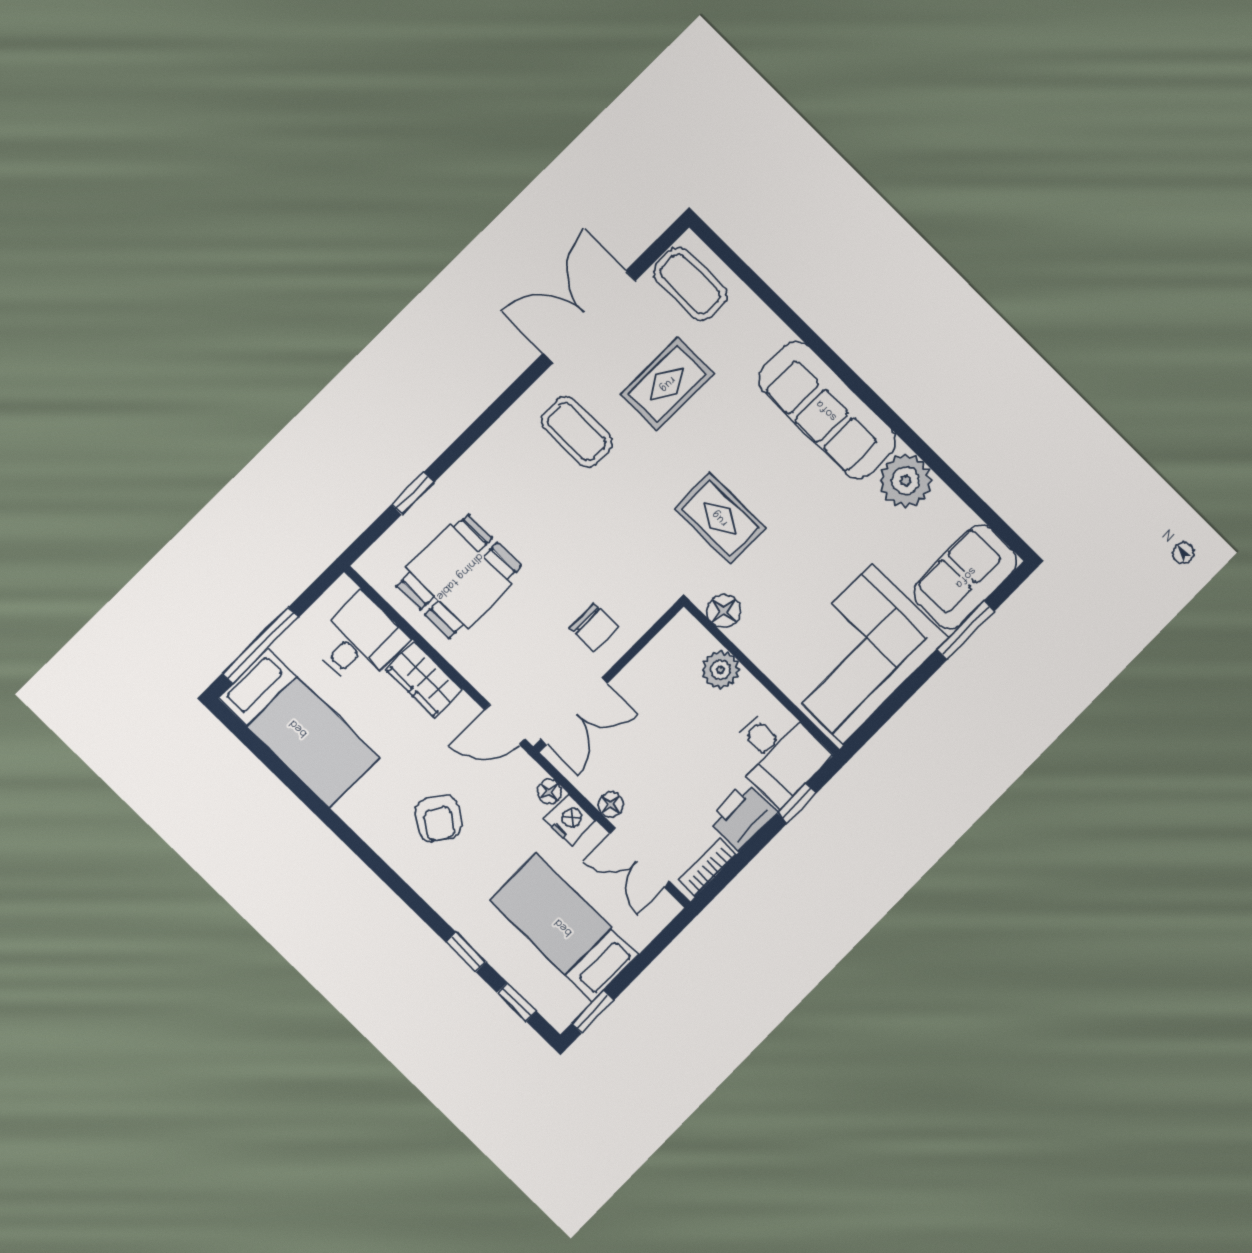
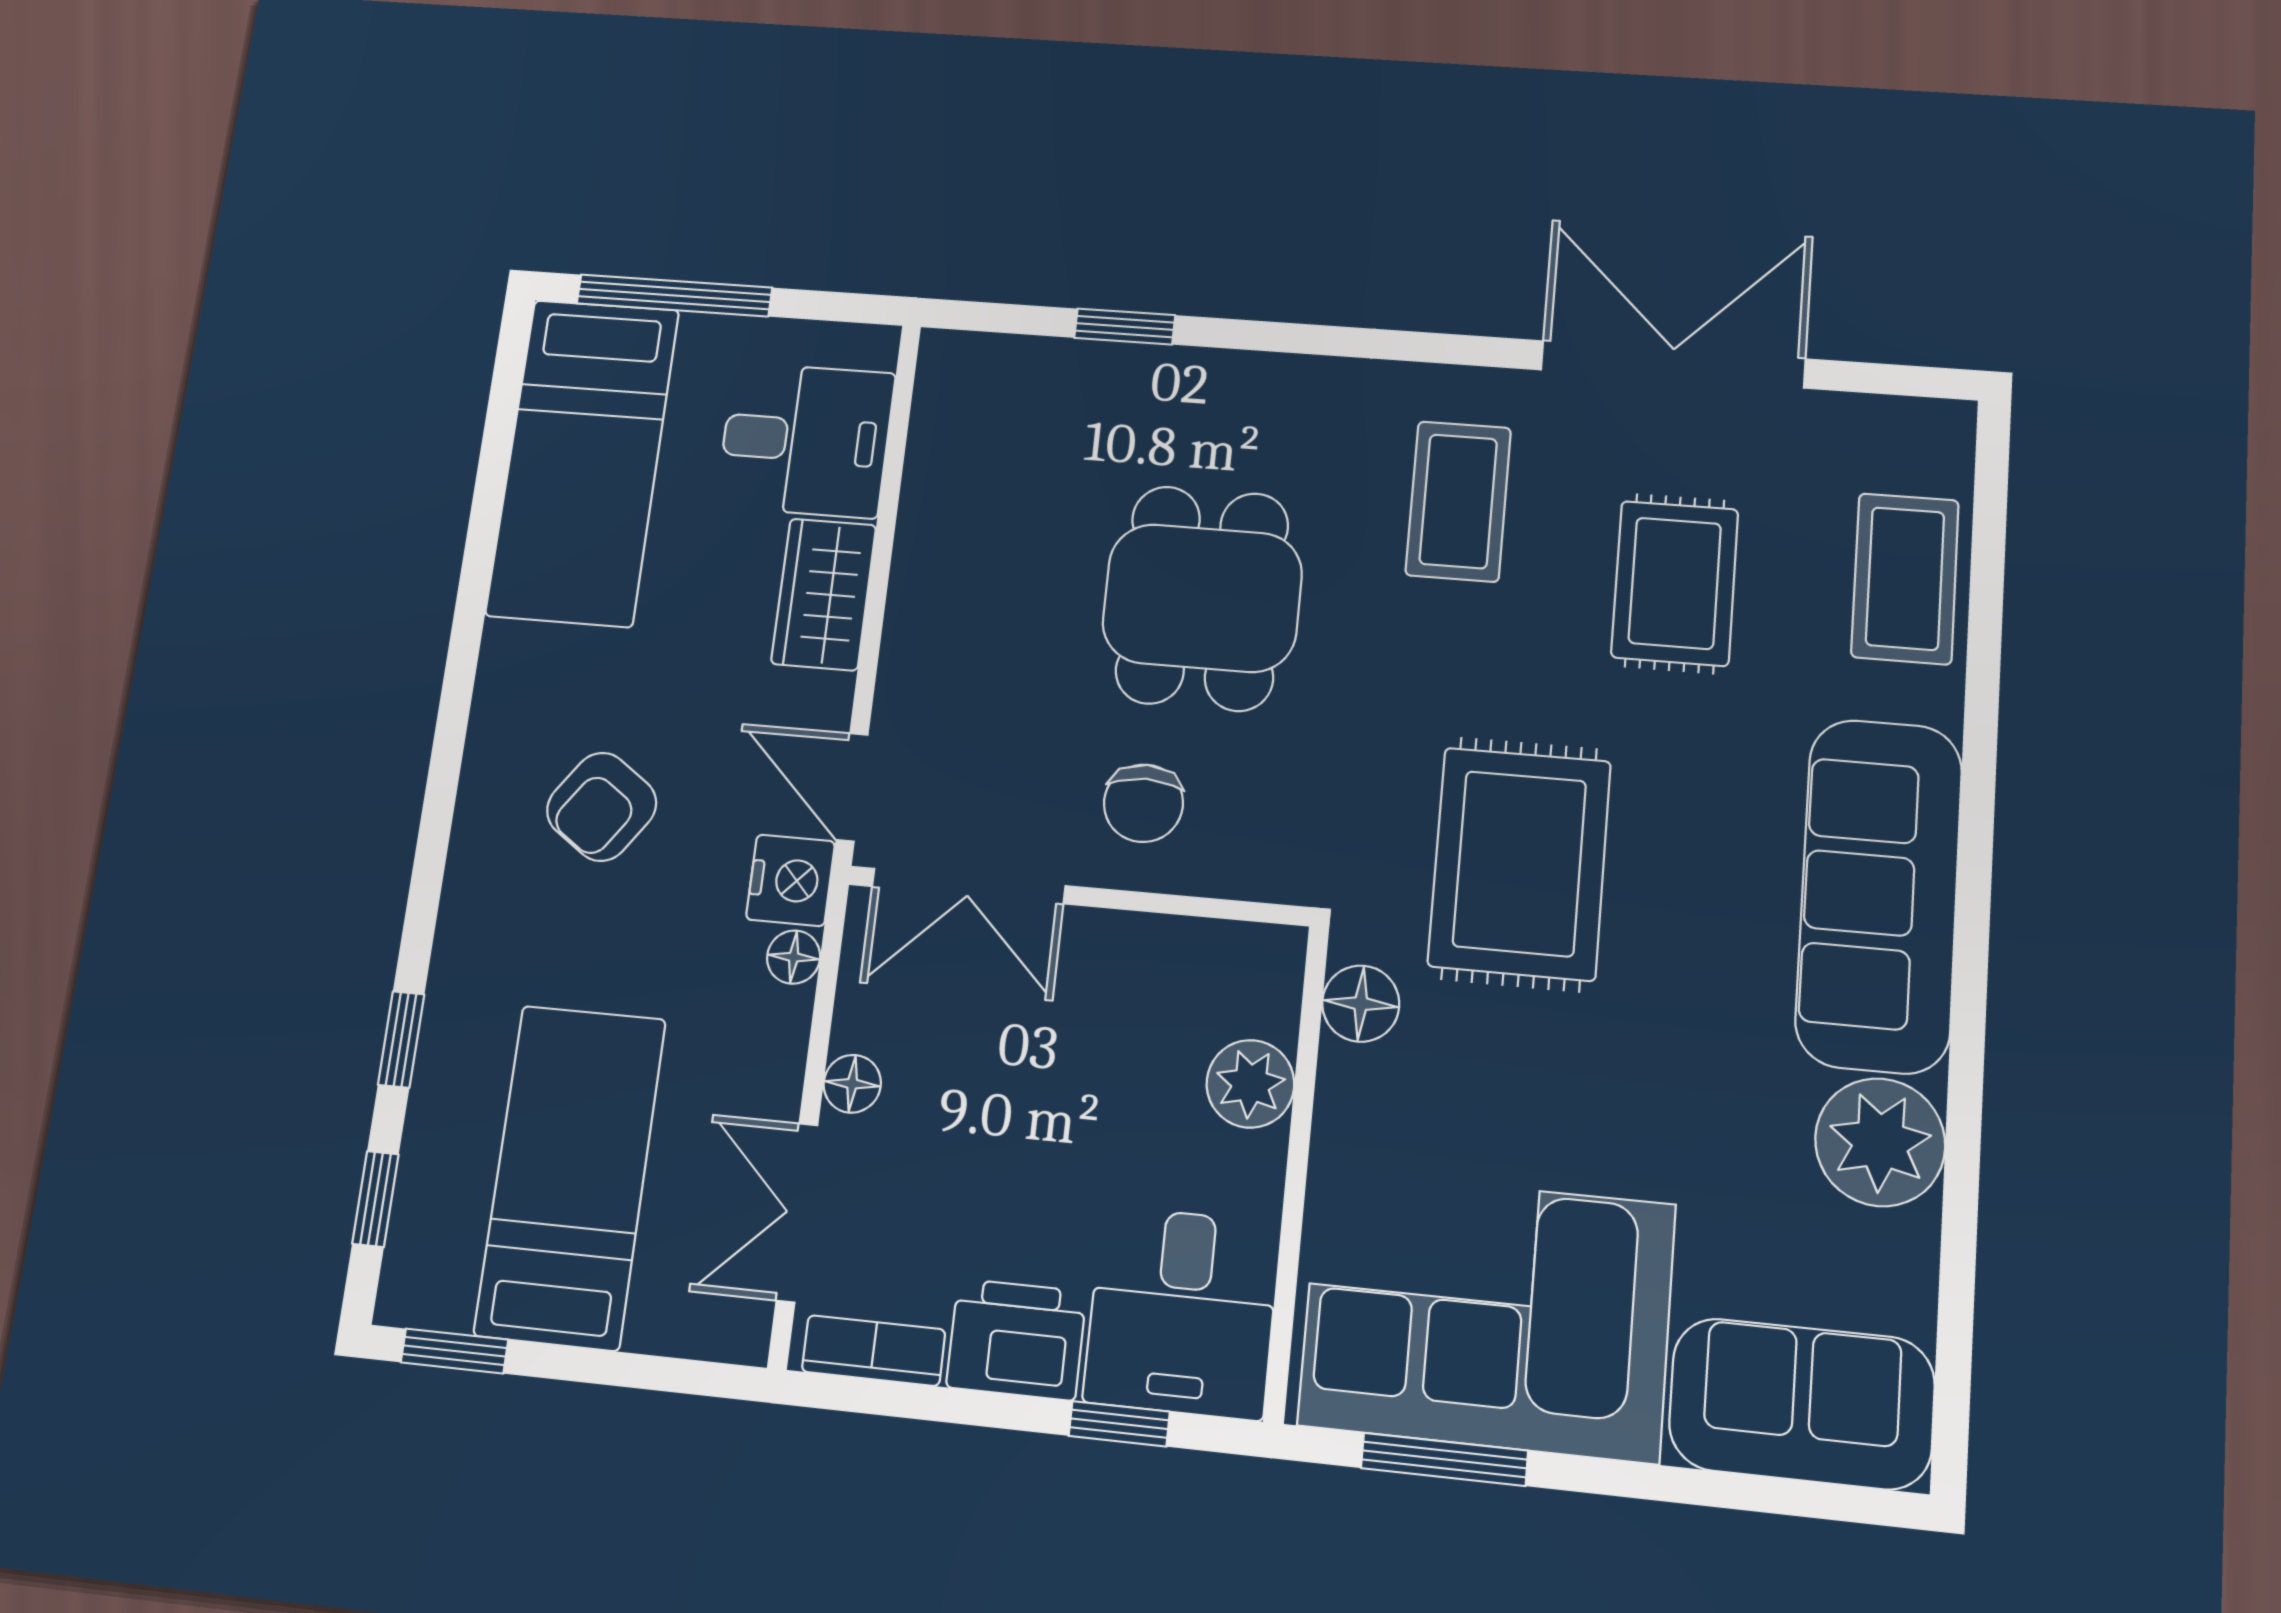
coffee table: (690, 284) -> (1905, 579), moved
rug: (667, 384) -> (1675, 583), turned 90
rug: (720, 518) -> (1519, 863), width x1.36, depth x1.43
dining table: (459, 576) -> (1202, 598), moved, turned 90
window: (966, 630) -> (1444, 1459), moved
nightstand: (570, 820) -> (791, 880), moved

